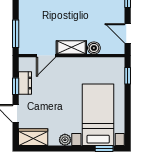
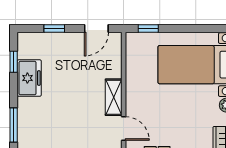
boiler: (94, 48) -> (114, 70), removed

